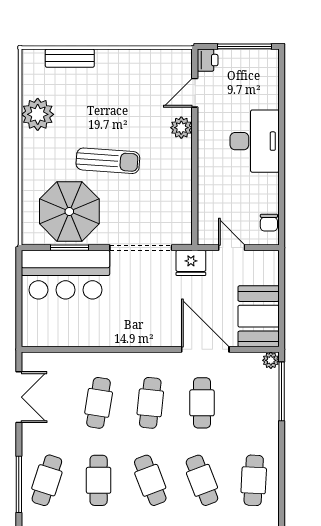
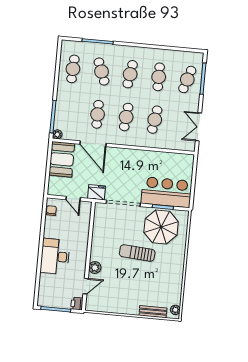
plant: (38, 114) -> (175, 310), moved, width x0.53, depth x0.53
cafe table: (150, 480) -> (130, 74), turned 30

